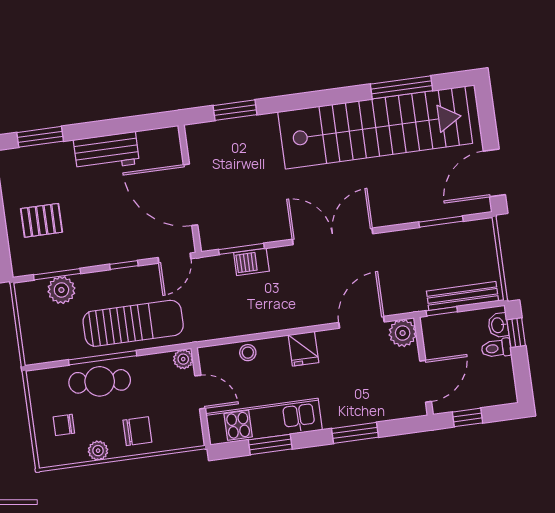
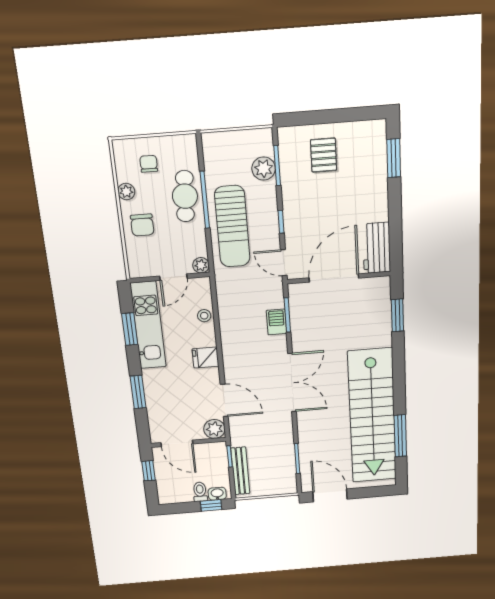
workbench: (106, 152) -> (377, 248), moved

